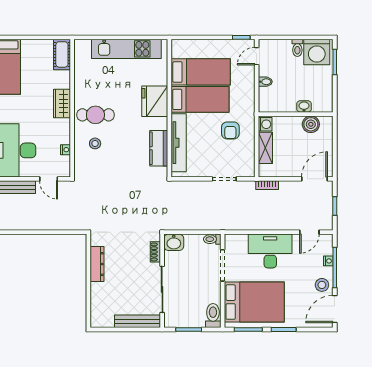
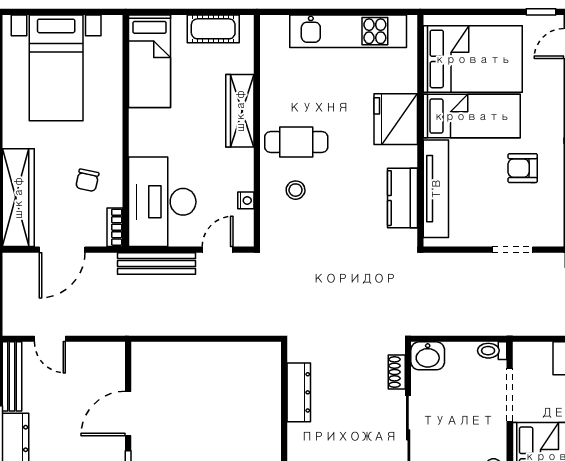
cot: (62, 54) -> (213, 29), moved, turned 90
bed: (201, 72) -> (473, 59), width x1.50
wardrobe: (62, 103) -> (240, 111), width x1.50
armchair: (230, 130) -> (523, 168), turned 90
door: (49, 179) -> (218, 250), swing flipped

